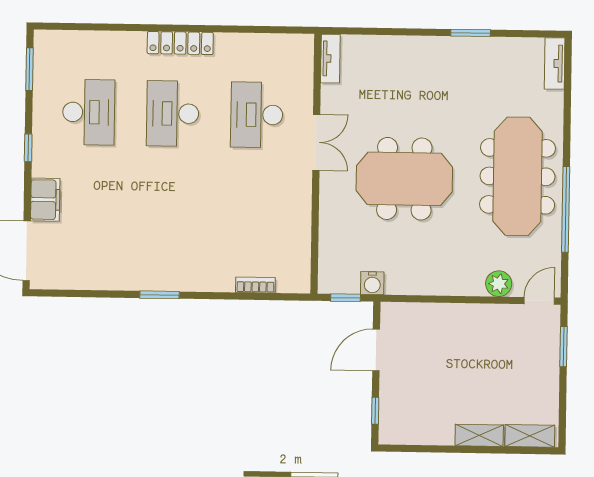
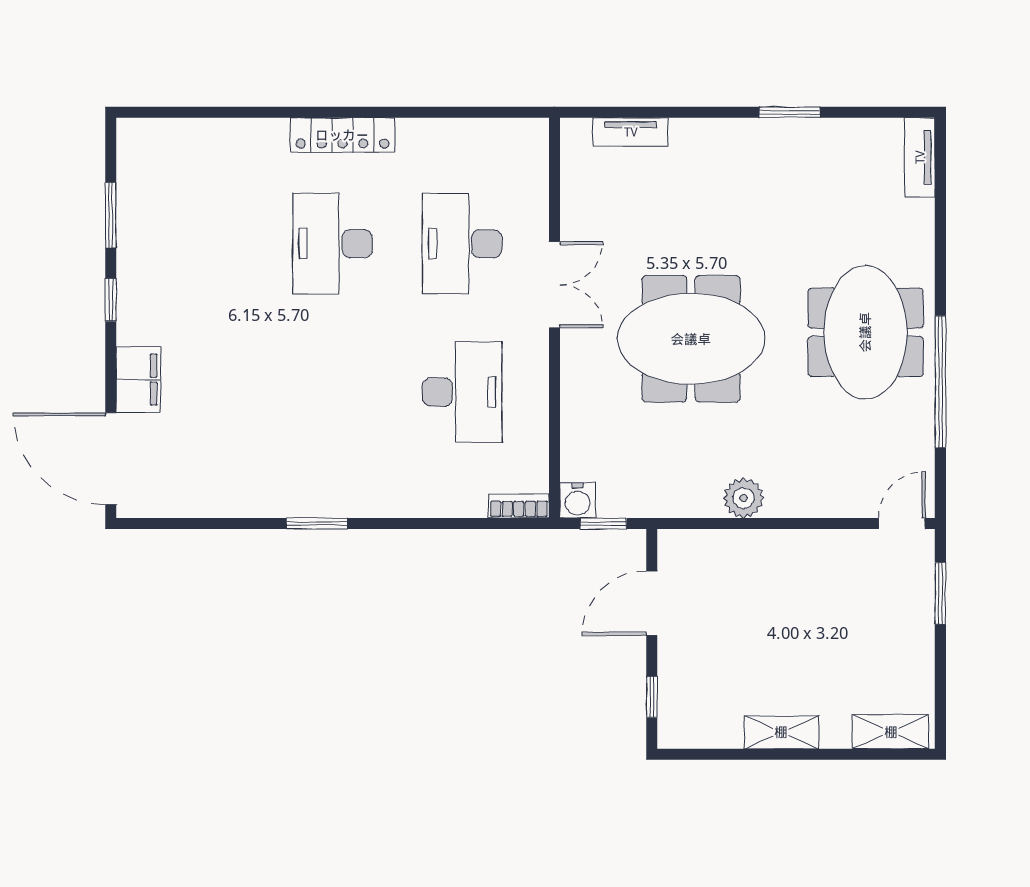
tv unit: (330, 59) -> (631, 132), moved, turned 90
window: (29, 69) -> (111, 215), moved
desk: (89, 112) -> (462, 392), moved
meeting table: (518, 176) -> (865, 332), width x0.73
water cooler: (372, 283) -> (578, 500), moved
plant: (499, 284) -> (743, 498), moved
bookcase: (255, 285) -> (519, 506), moved
shelving: (479, 435) -> (781, 732), moved

